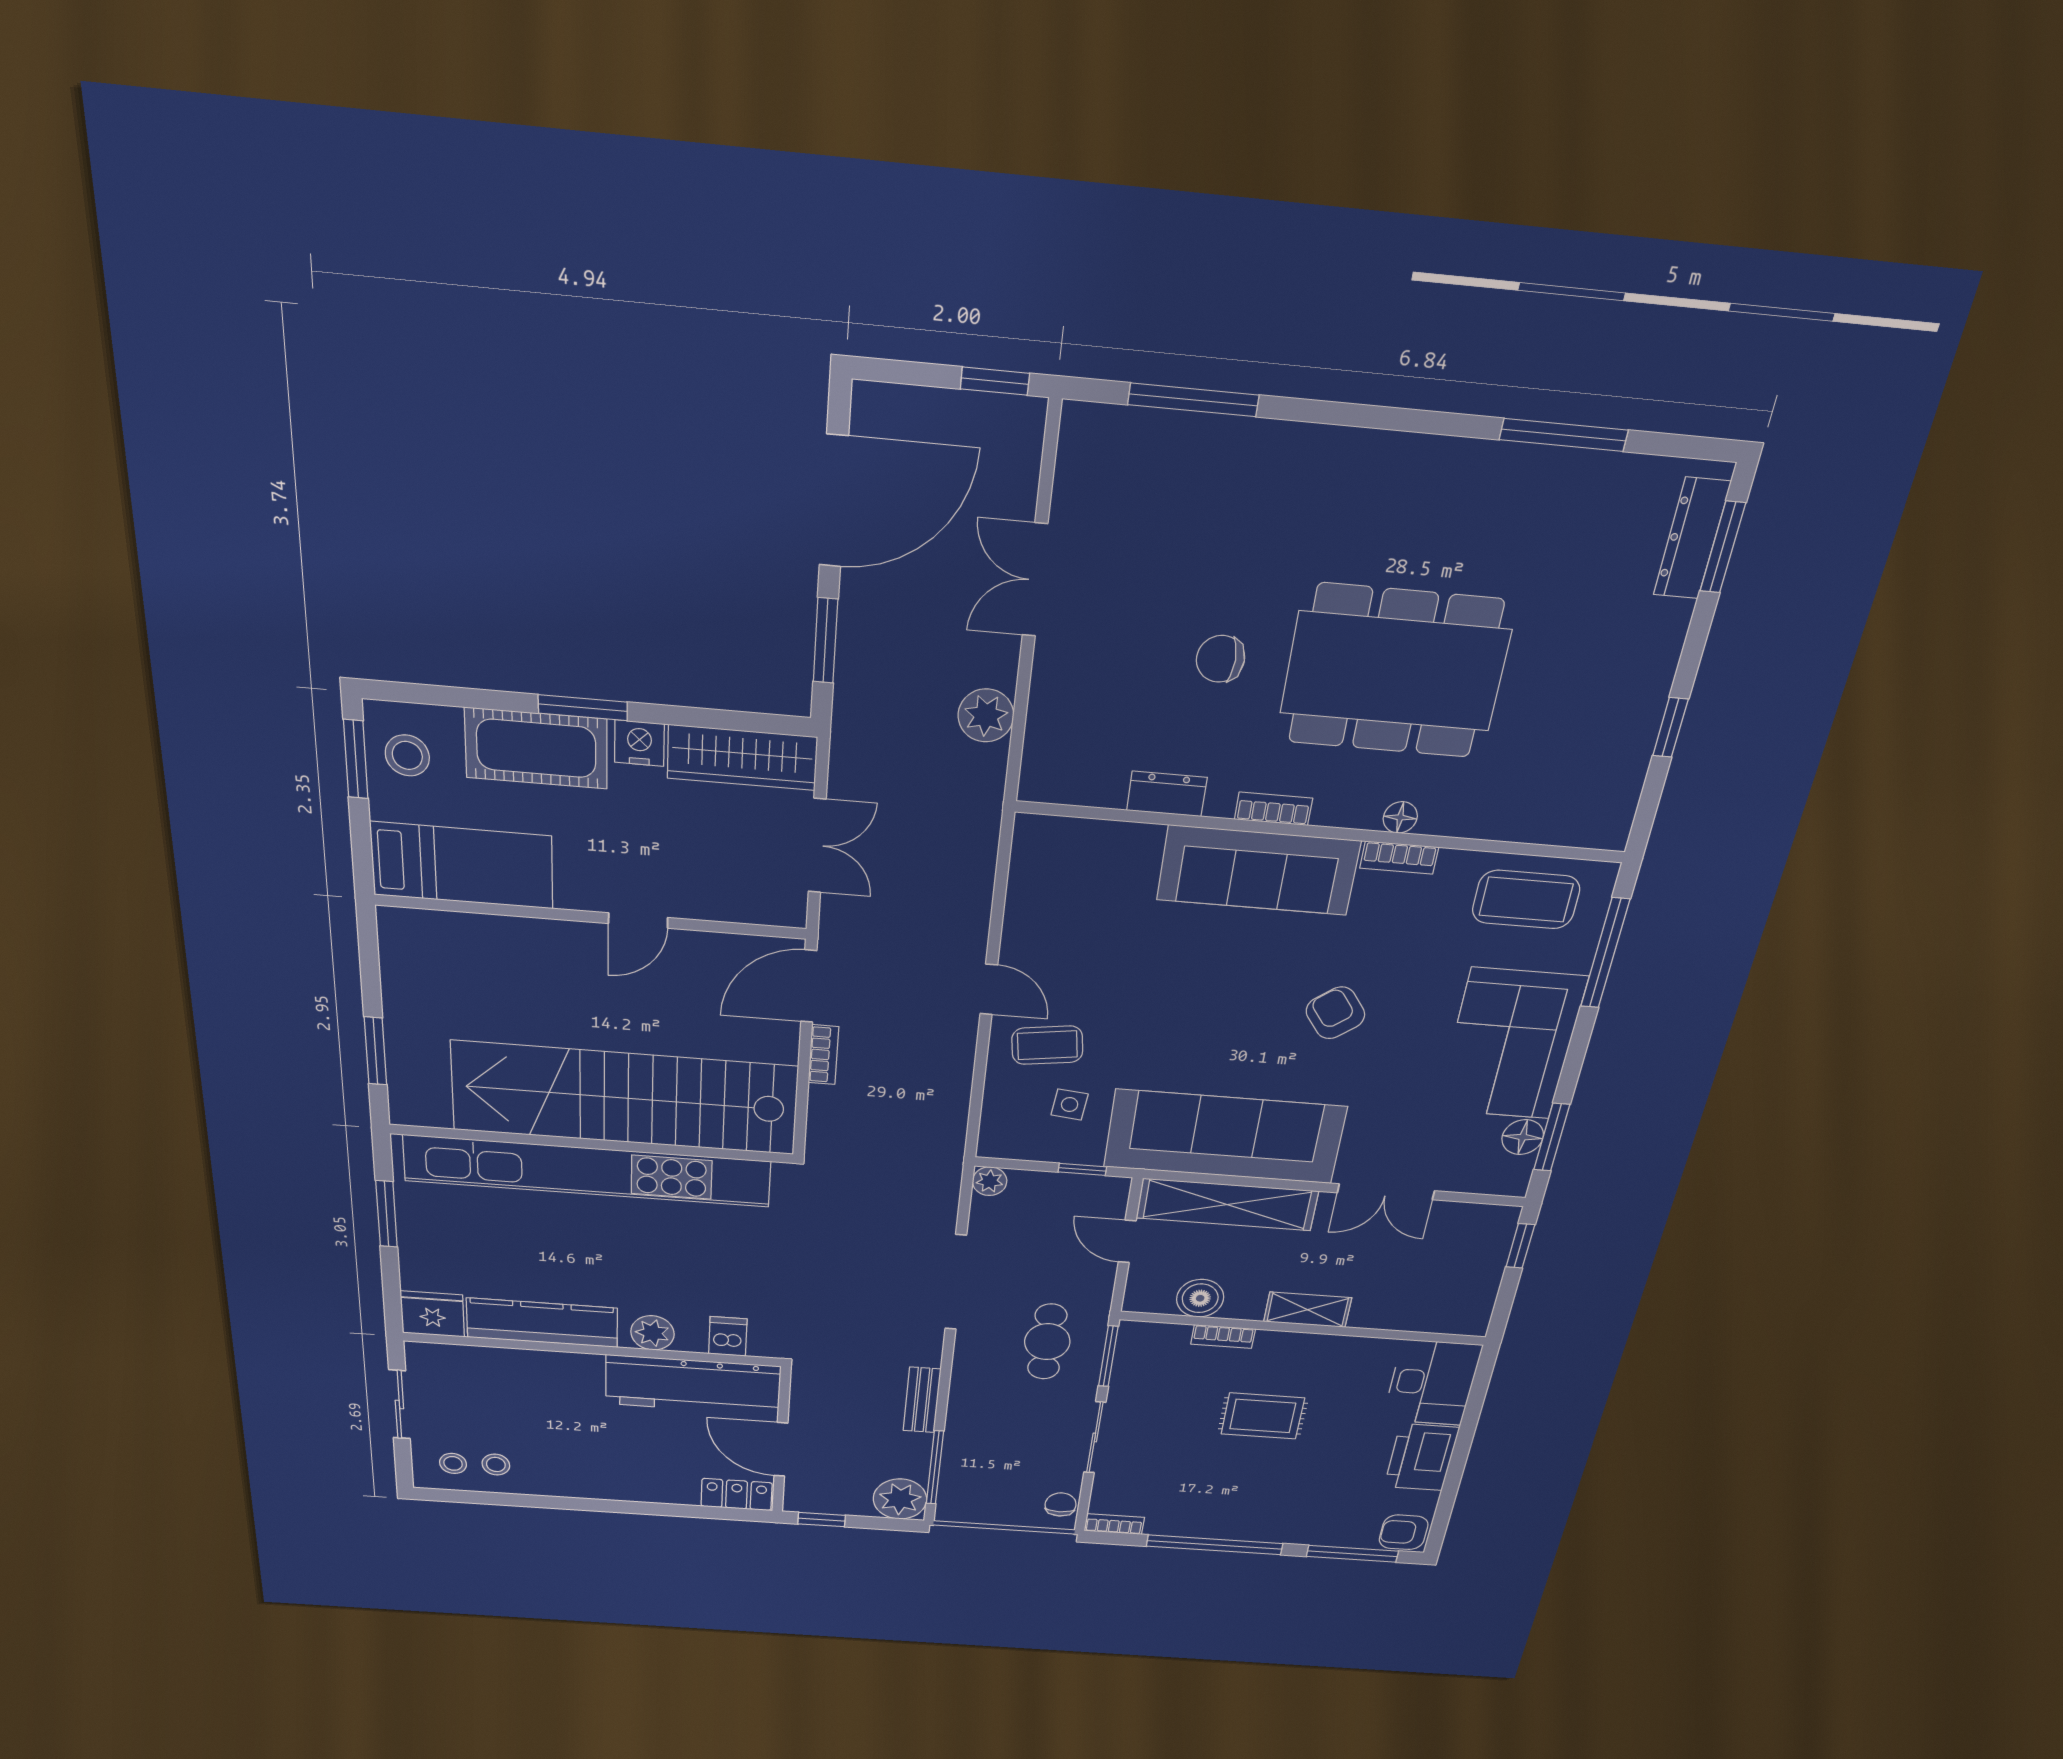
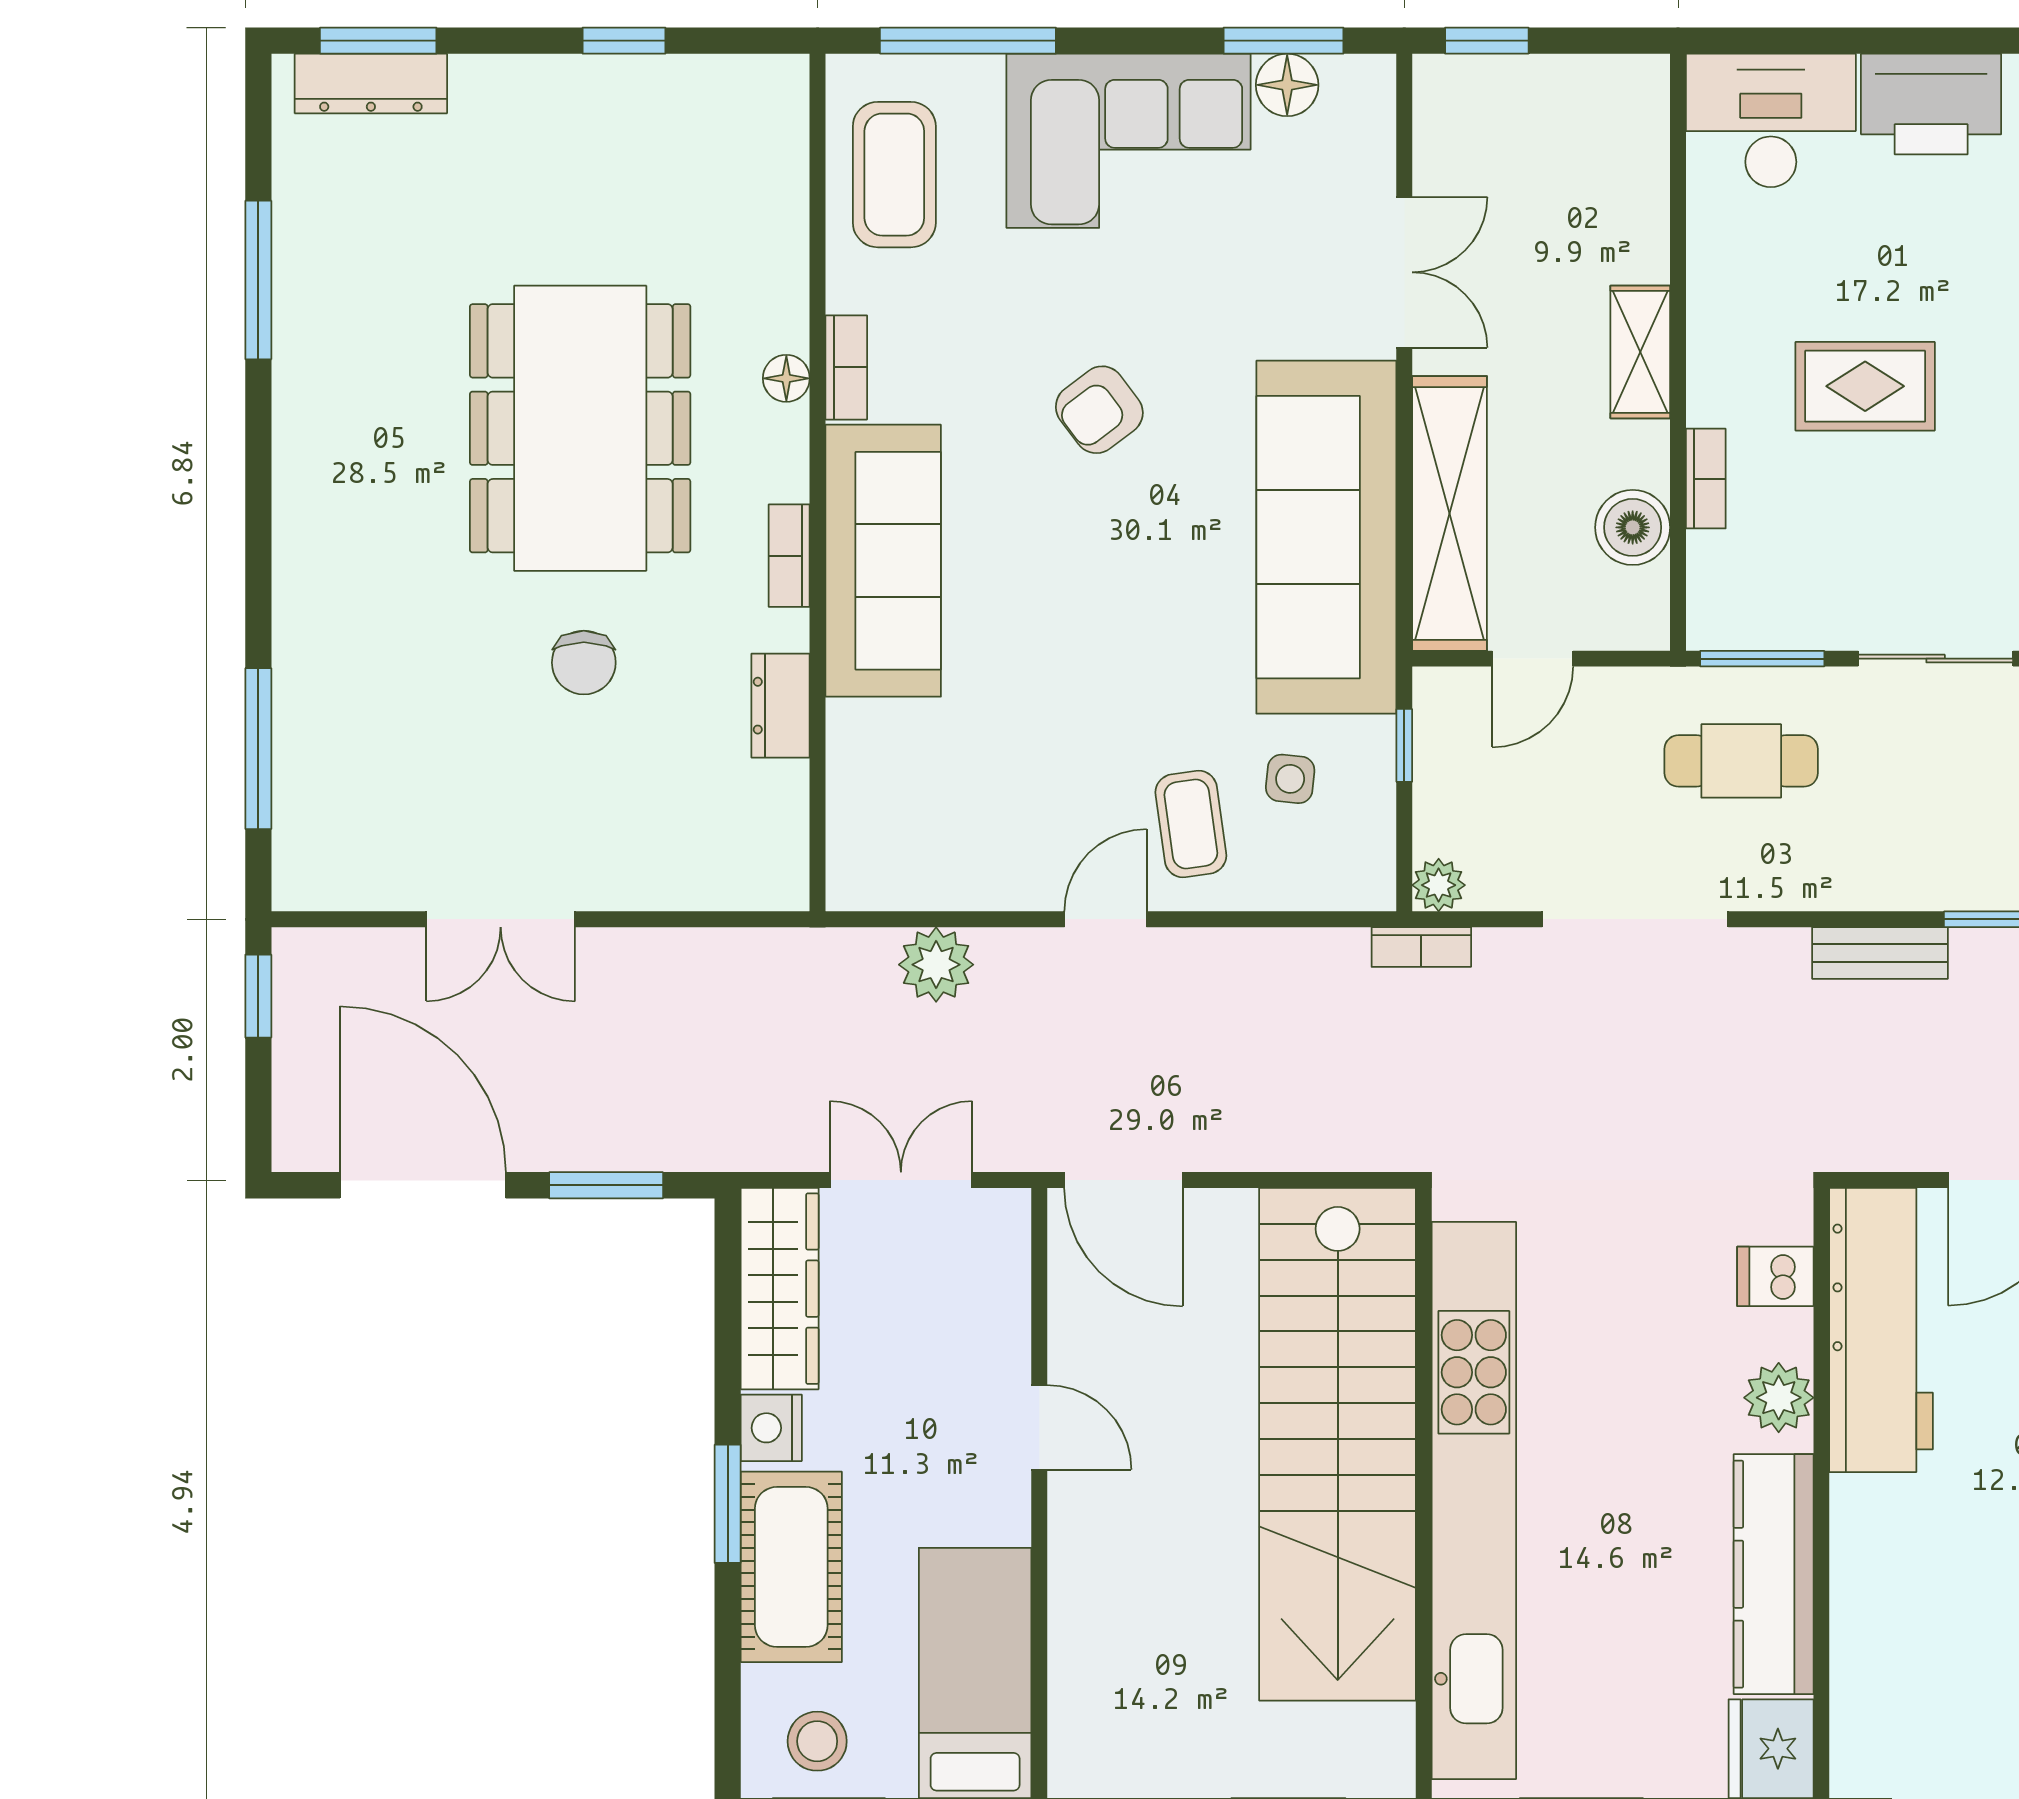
plant: (986, 715) -> (936, 965), moved
bookcase: (823, 1055) -> (1421, 947), moved, turned 180
rug: (1263, 1416) -> (1865, 386), turned 90

